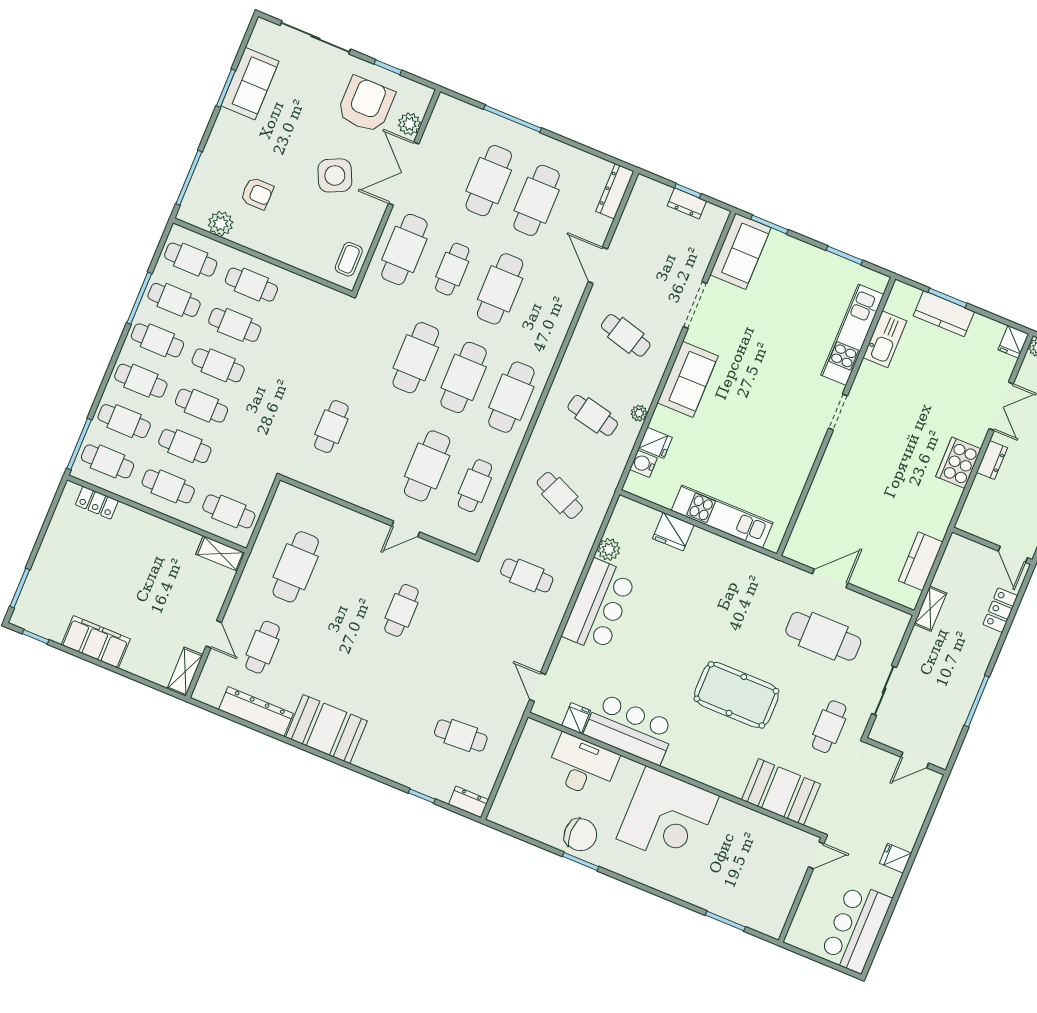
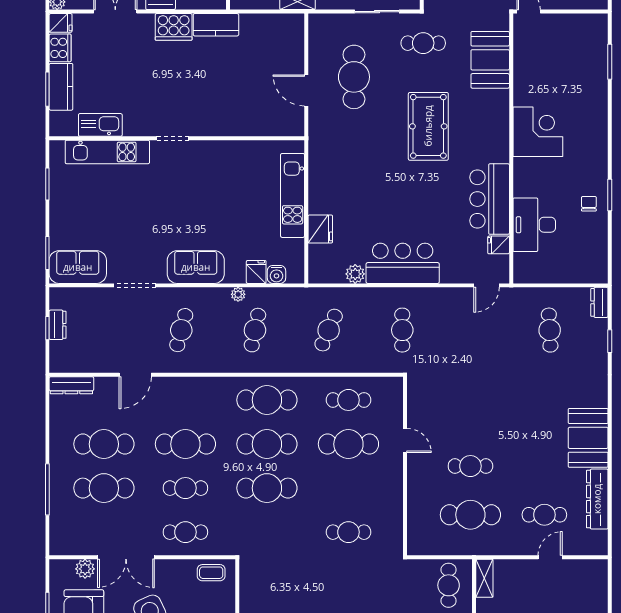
cafe table: (404, 249) -> (185, 532), width x0.73, depth x0.74
cooker: (987, 330) -> (60, 48), added
kitchen counter: (921, 561) -> (216, 25), moved
cafe table: (401, 610) -> (470, 466), moved
shelving: (185, 672) -> (589, 568), removed
corner desk: (668, 817) -> (538, 132), width x0.74, depth x0.74
chair: (580, 835) -> (589, 204), width x0.54, depth x0.54

